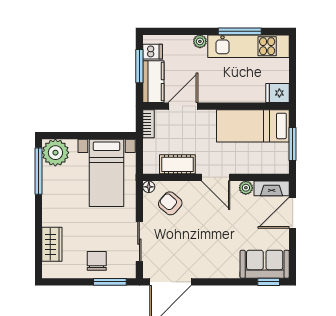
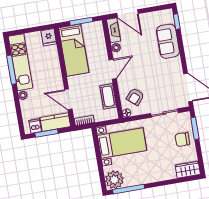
wardrobe: (52, 244) -> (188, 170), moved
sofa: (265, 264) -> (168, 41), moved

